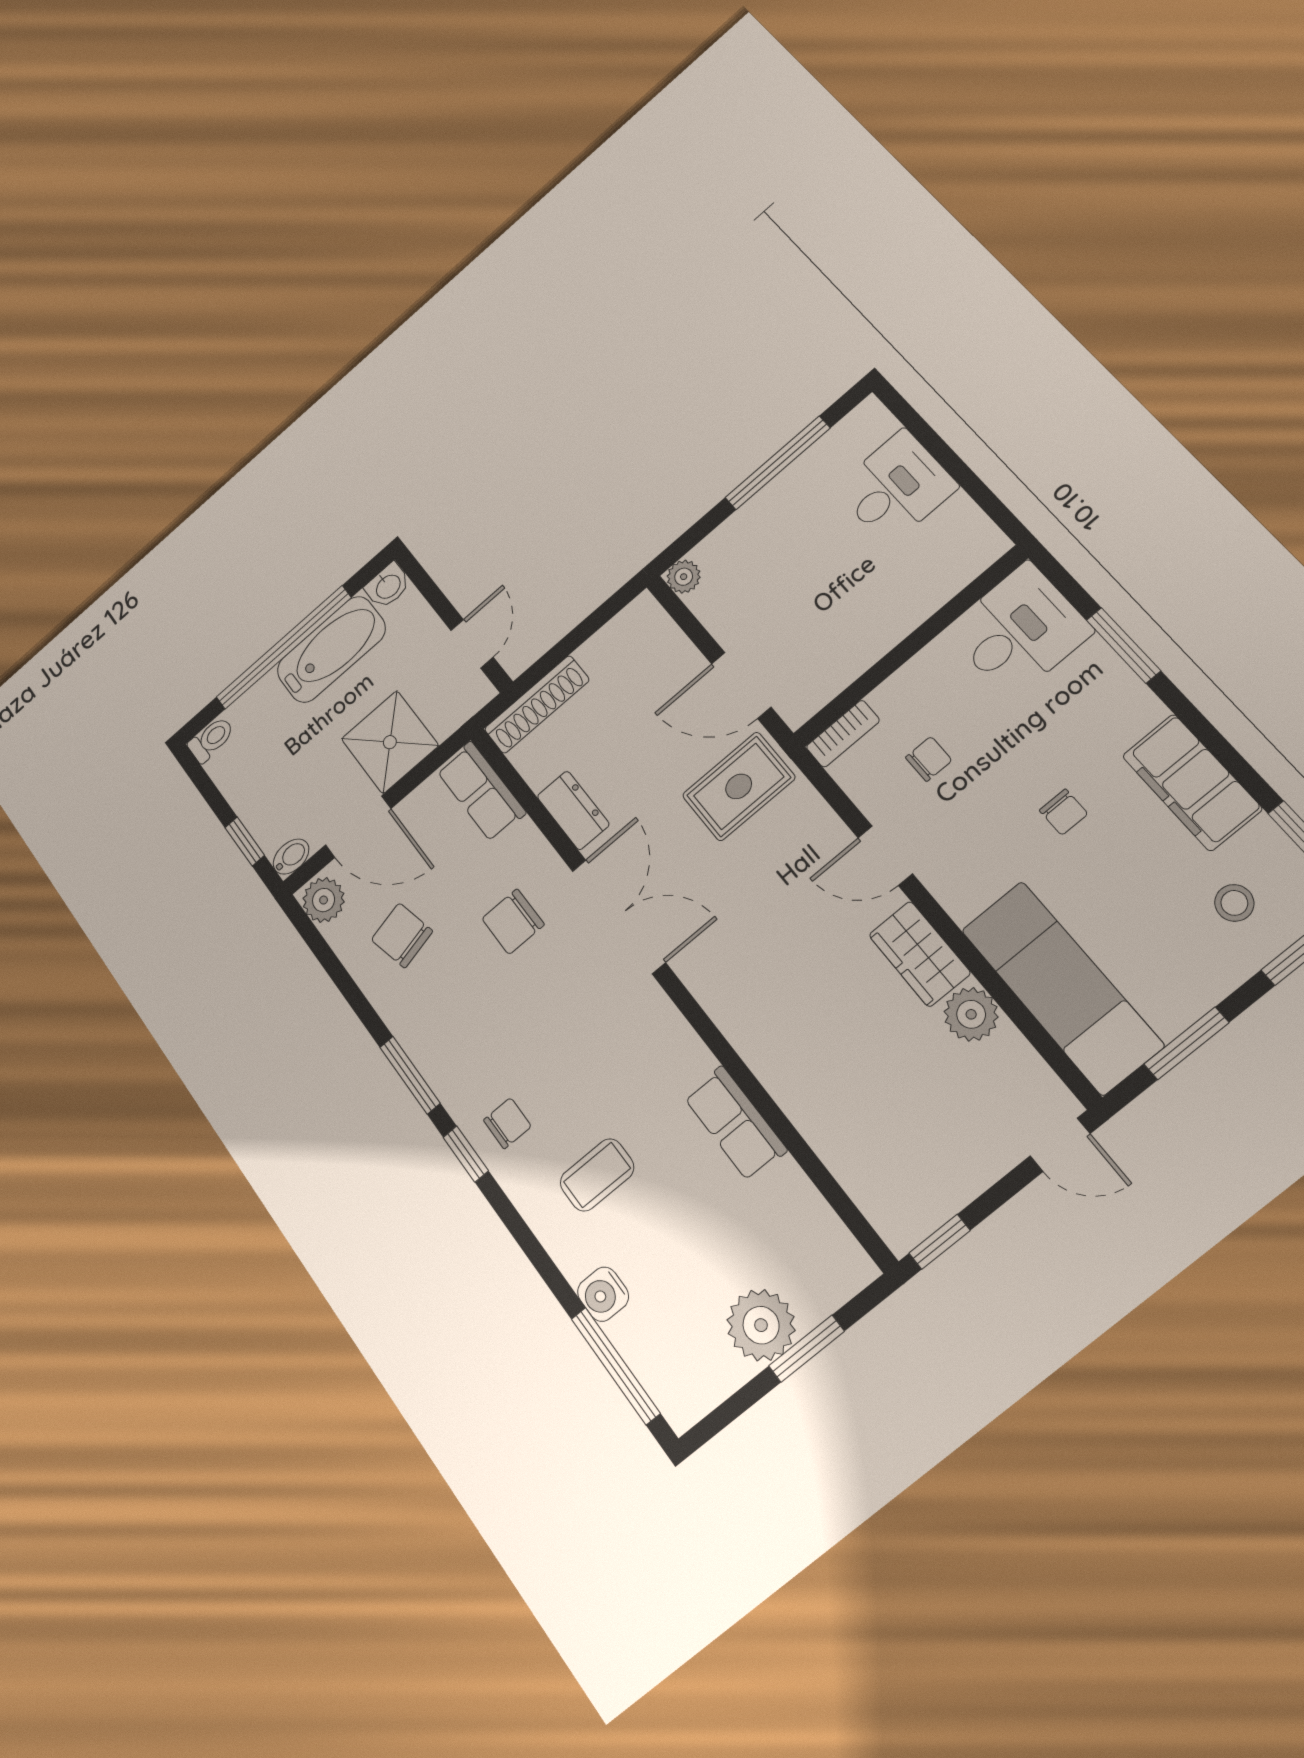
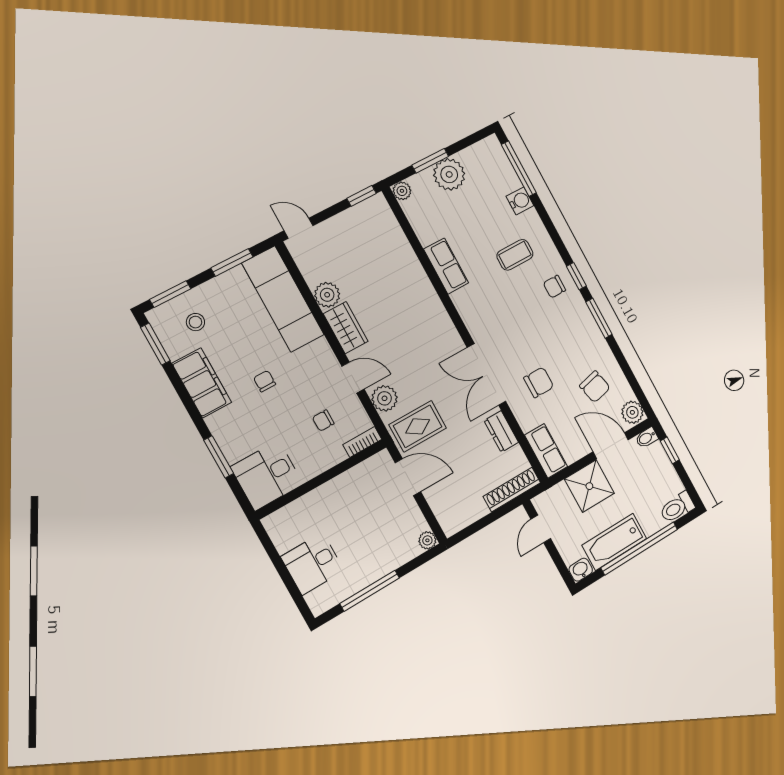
toilet: (211, 739) -> (677, 507), width x1.37, depth x1.39
plant: (814, 828) -> (385, 398), added
plant: (855, 1269) -> (402, 191), added

